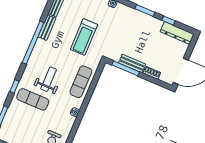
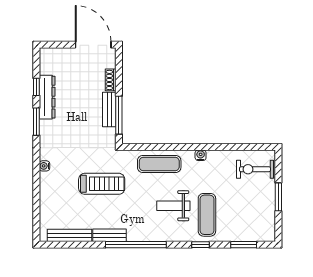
dresser: (177, 33) -> (47, 97), moved

